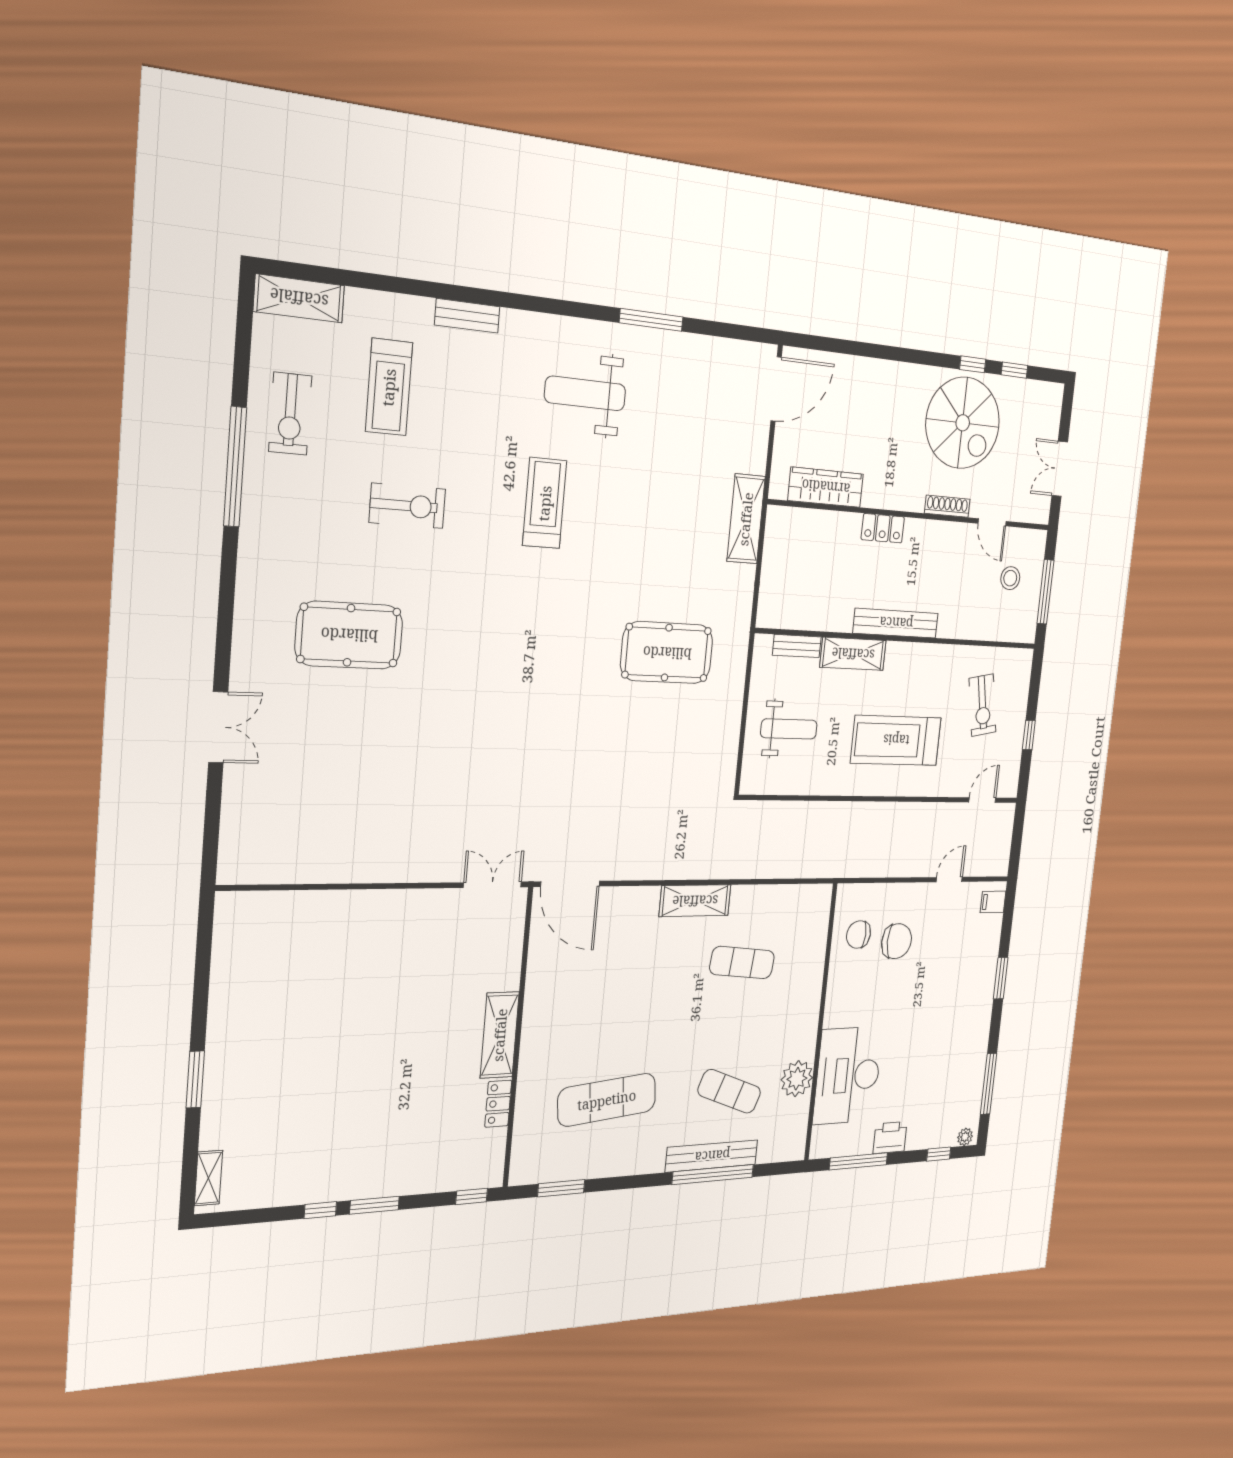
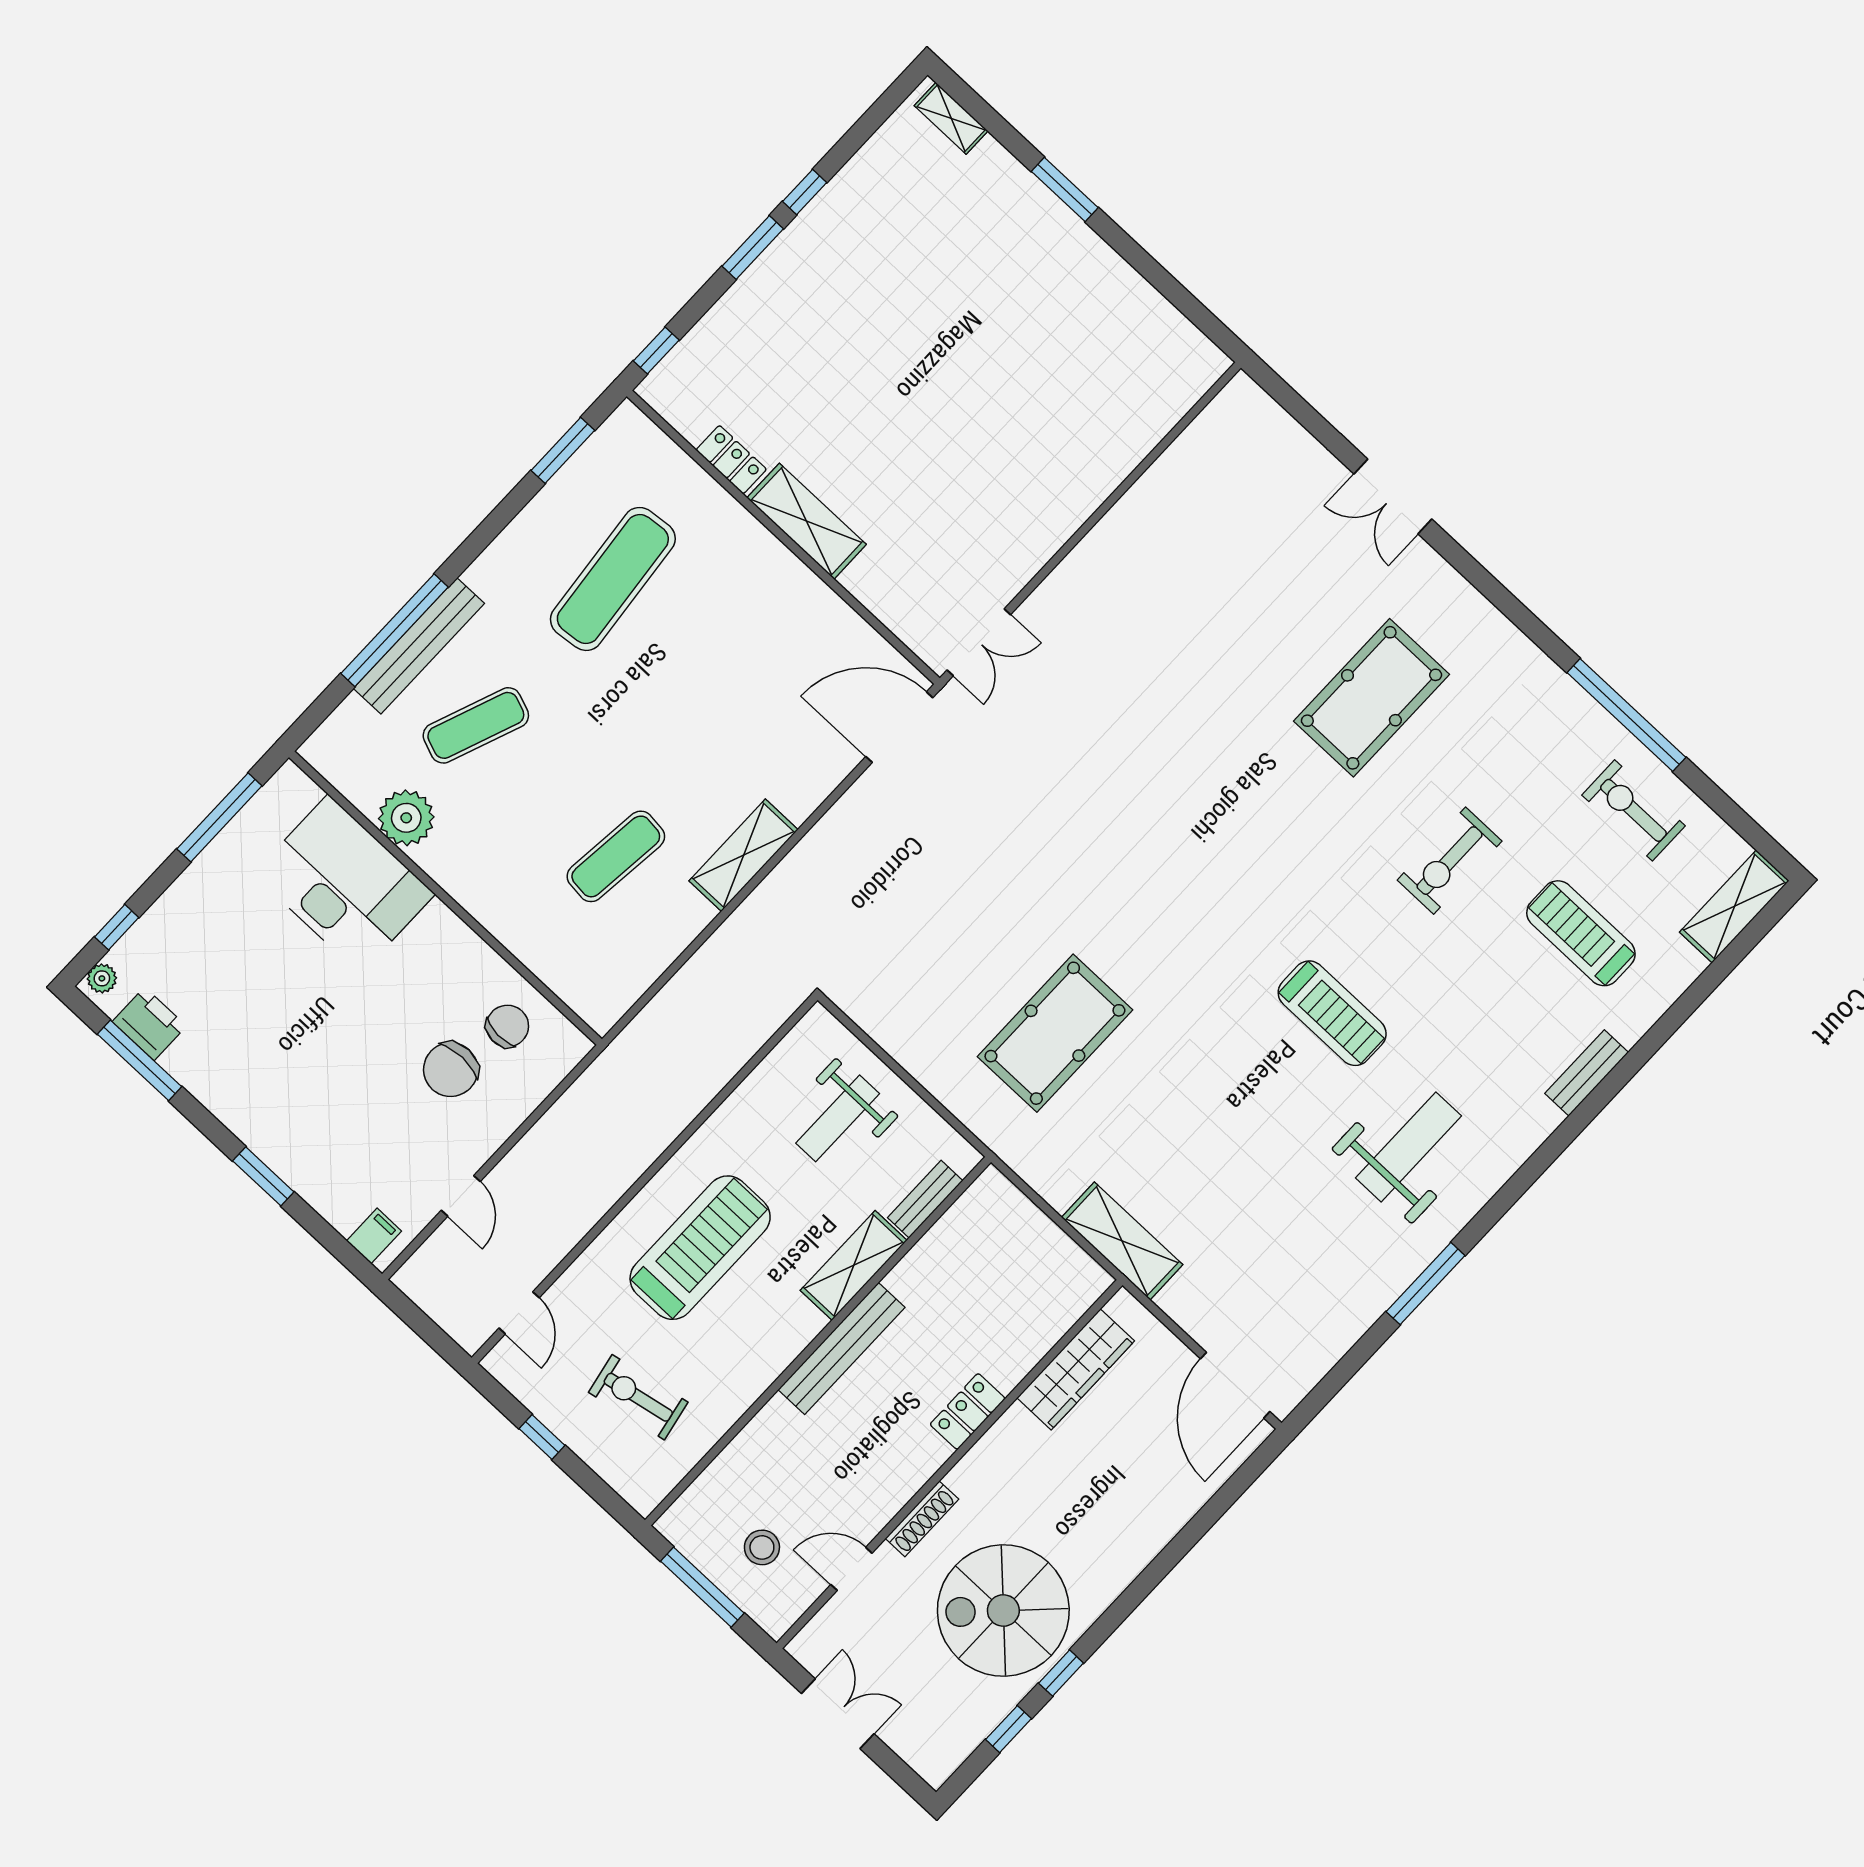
printer: (890, 1138) -> (149, 1024), moved, turned -90

